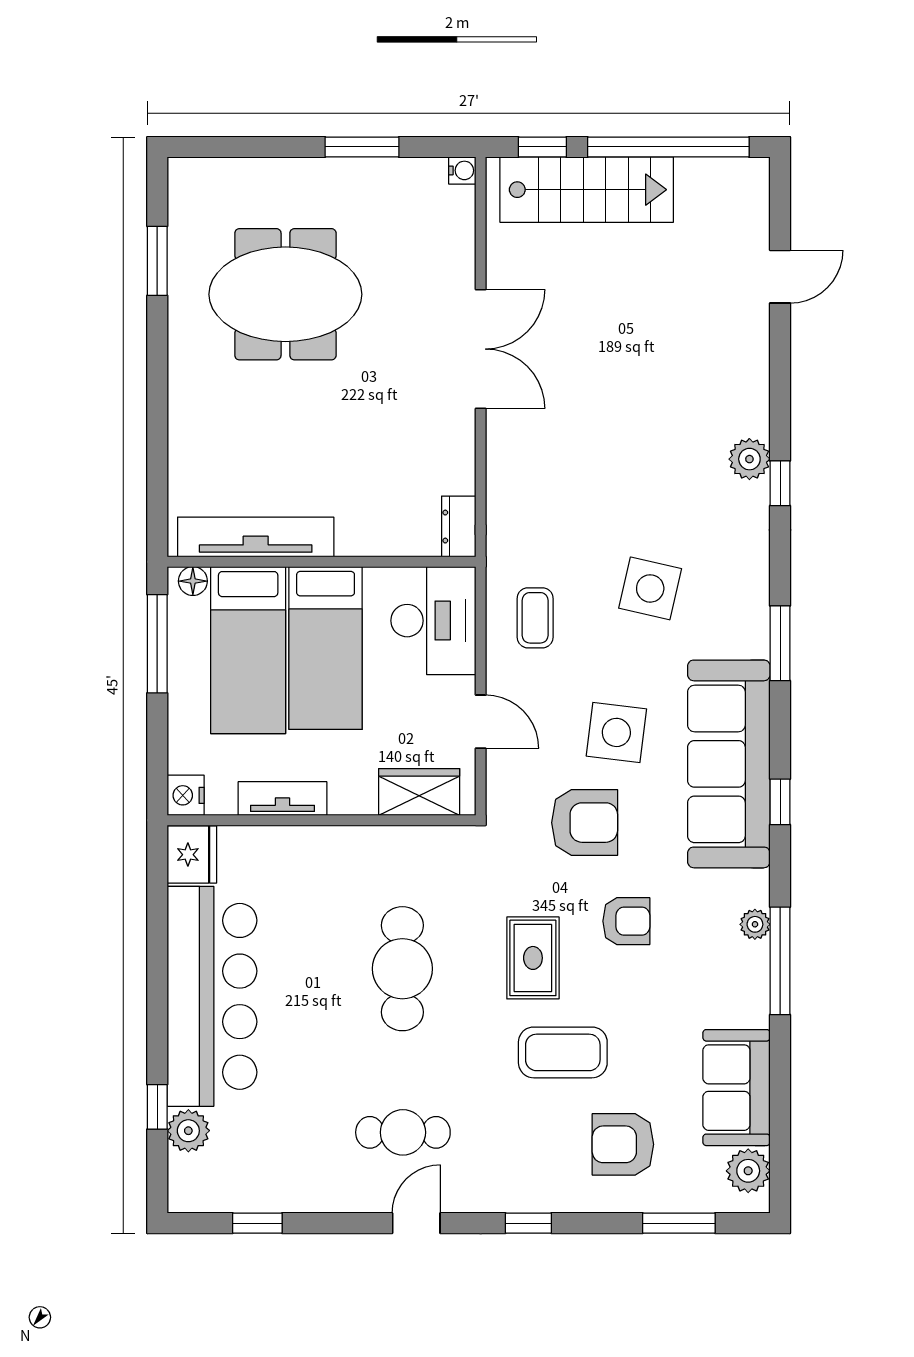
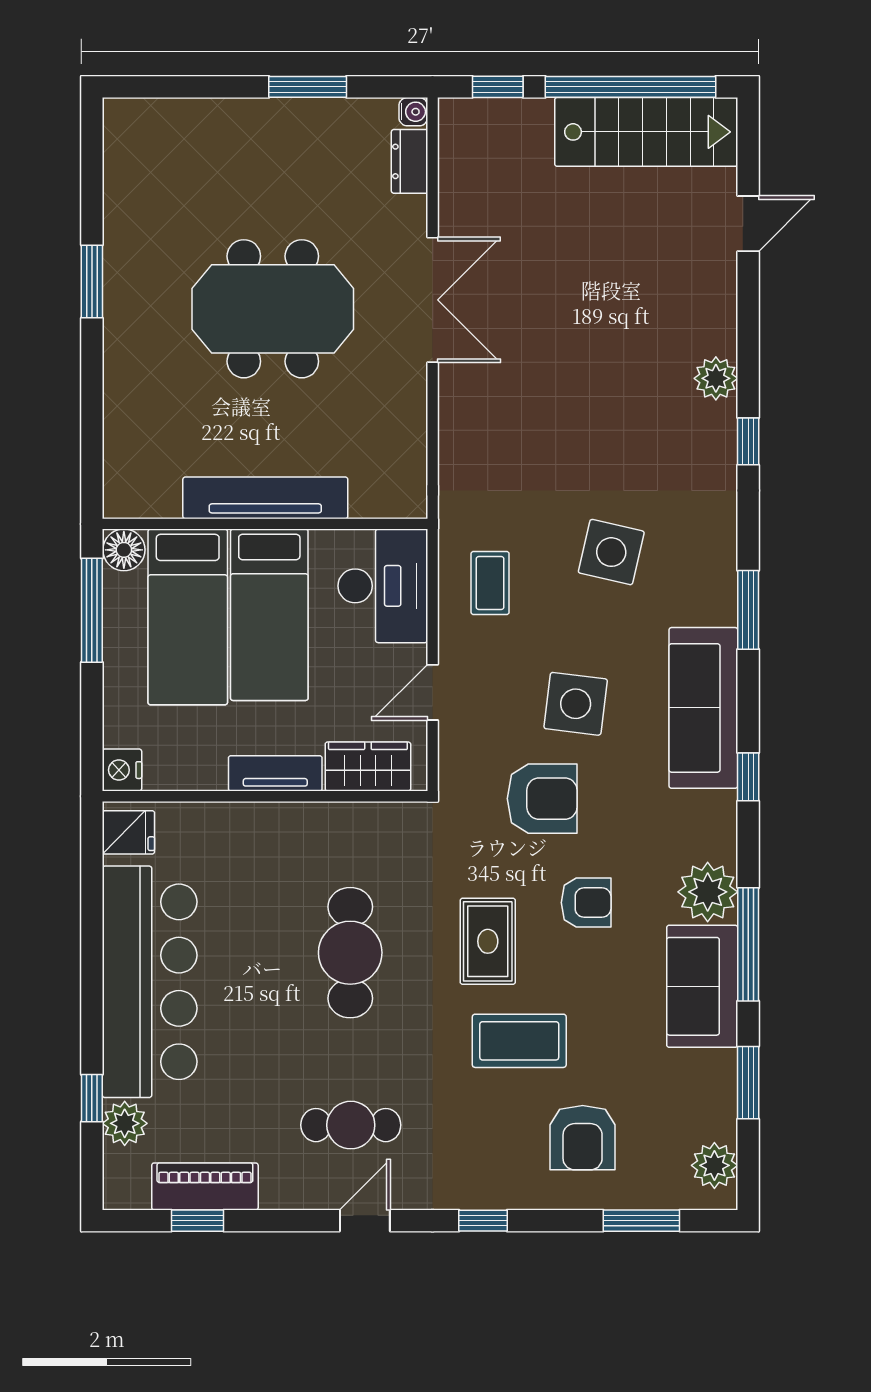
stairs: (587, 190) -> (646, 132), moved
window: (157, 261) -> (92, 282), moved
meeting table: (285, 294) -> (273, 309), moved
plant: (749, 459) -> (716, 378), moved
dresser: (459, 527) -> (410, 161), moved
tv unit: (256, 537) -> (265, 498), moved
floor lamp: (193, 581) -> (124, 550), width x1.37, depth x1.37
door: (481, 722) -> (433, 692), swing flipped
sofa: (729, 764) -> (703, 708), width x0.74, depth x0.79
tv unit: (282, 799) -> (275, 773), moved
fridge: (192, 855) -> (128, 832), width x0.72
plant: (755, 924) -> (708, 892), width x1.87, depth x1.87
sofa: (736, 1088) -> (702, 986), moved
window: (780, 1092) -> (748, 1083), added
armchair: (623, 1144) -> (583, 1138), turned -90
piano: (264, 1191) -> (205, 1186), added

